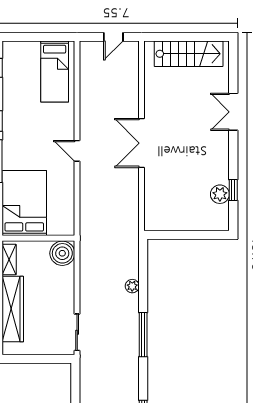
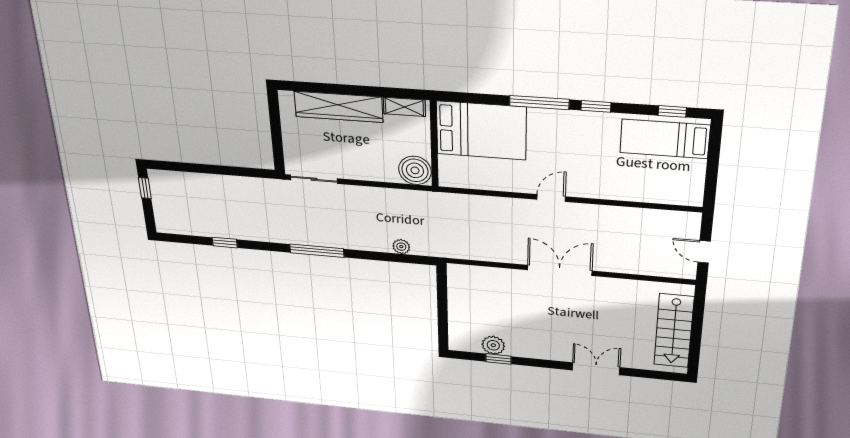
bed: (55, 72) -> (665, 139), moved
plant: (132, 286) -> (401, 247), moved

